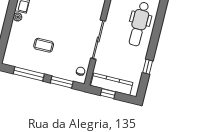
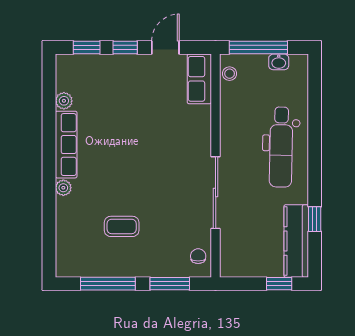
kitchen counter: (112, 84) -> (296, 241), moved, turned -90
window: (108, 94) -> (279, 284), moved

